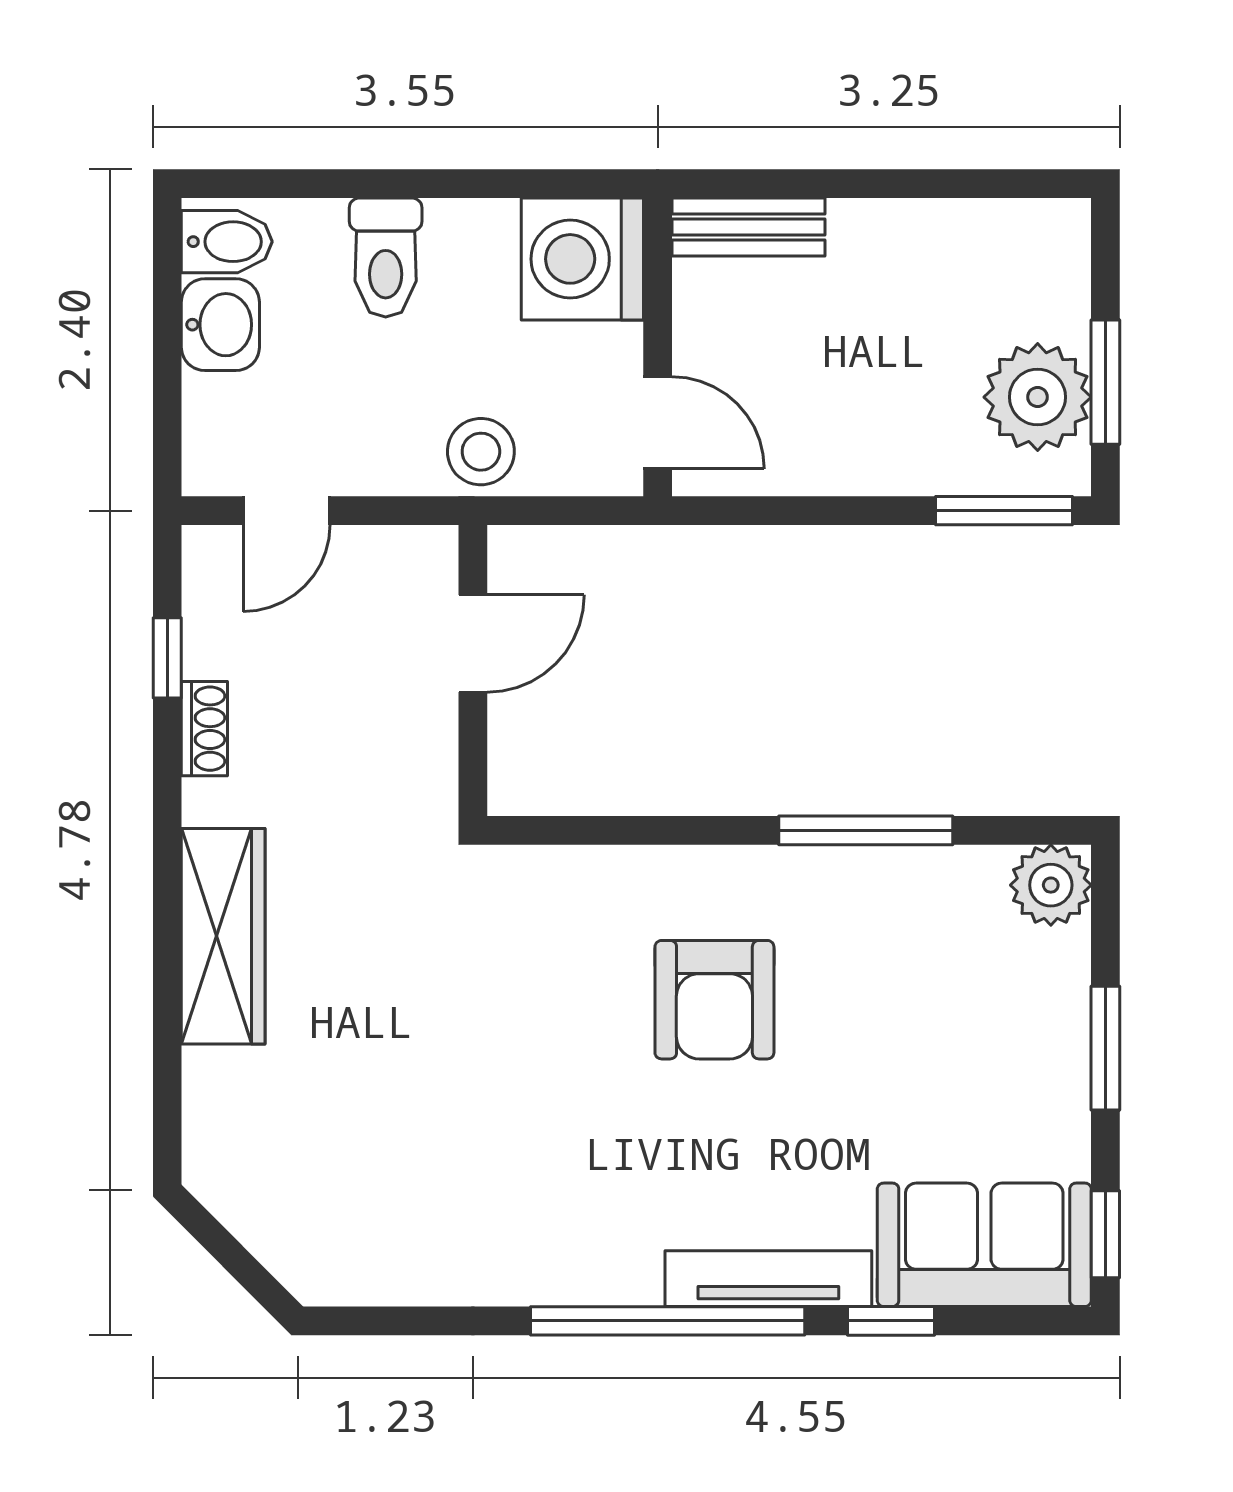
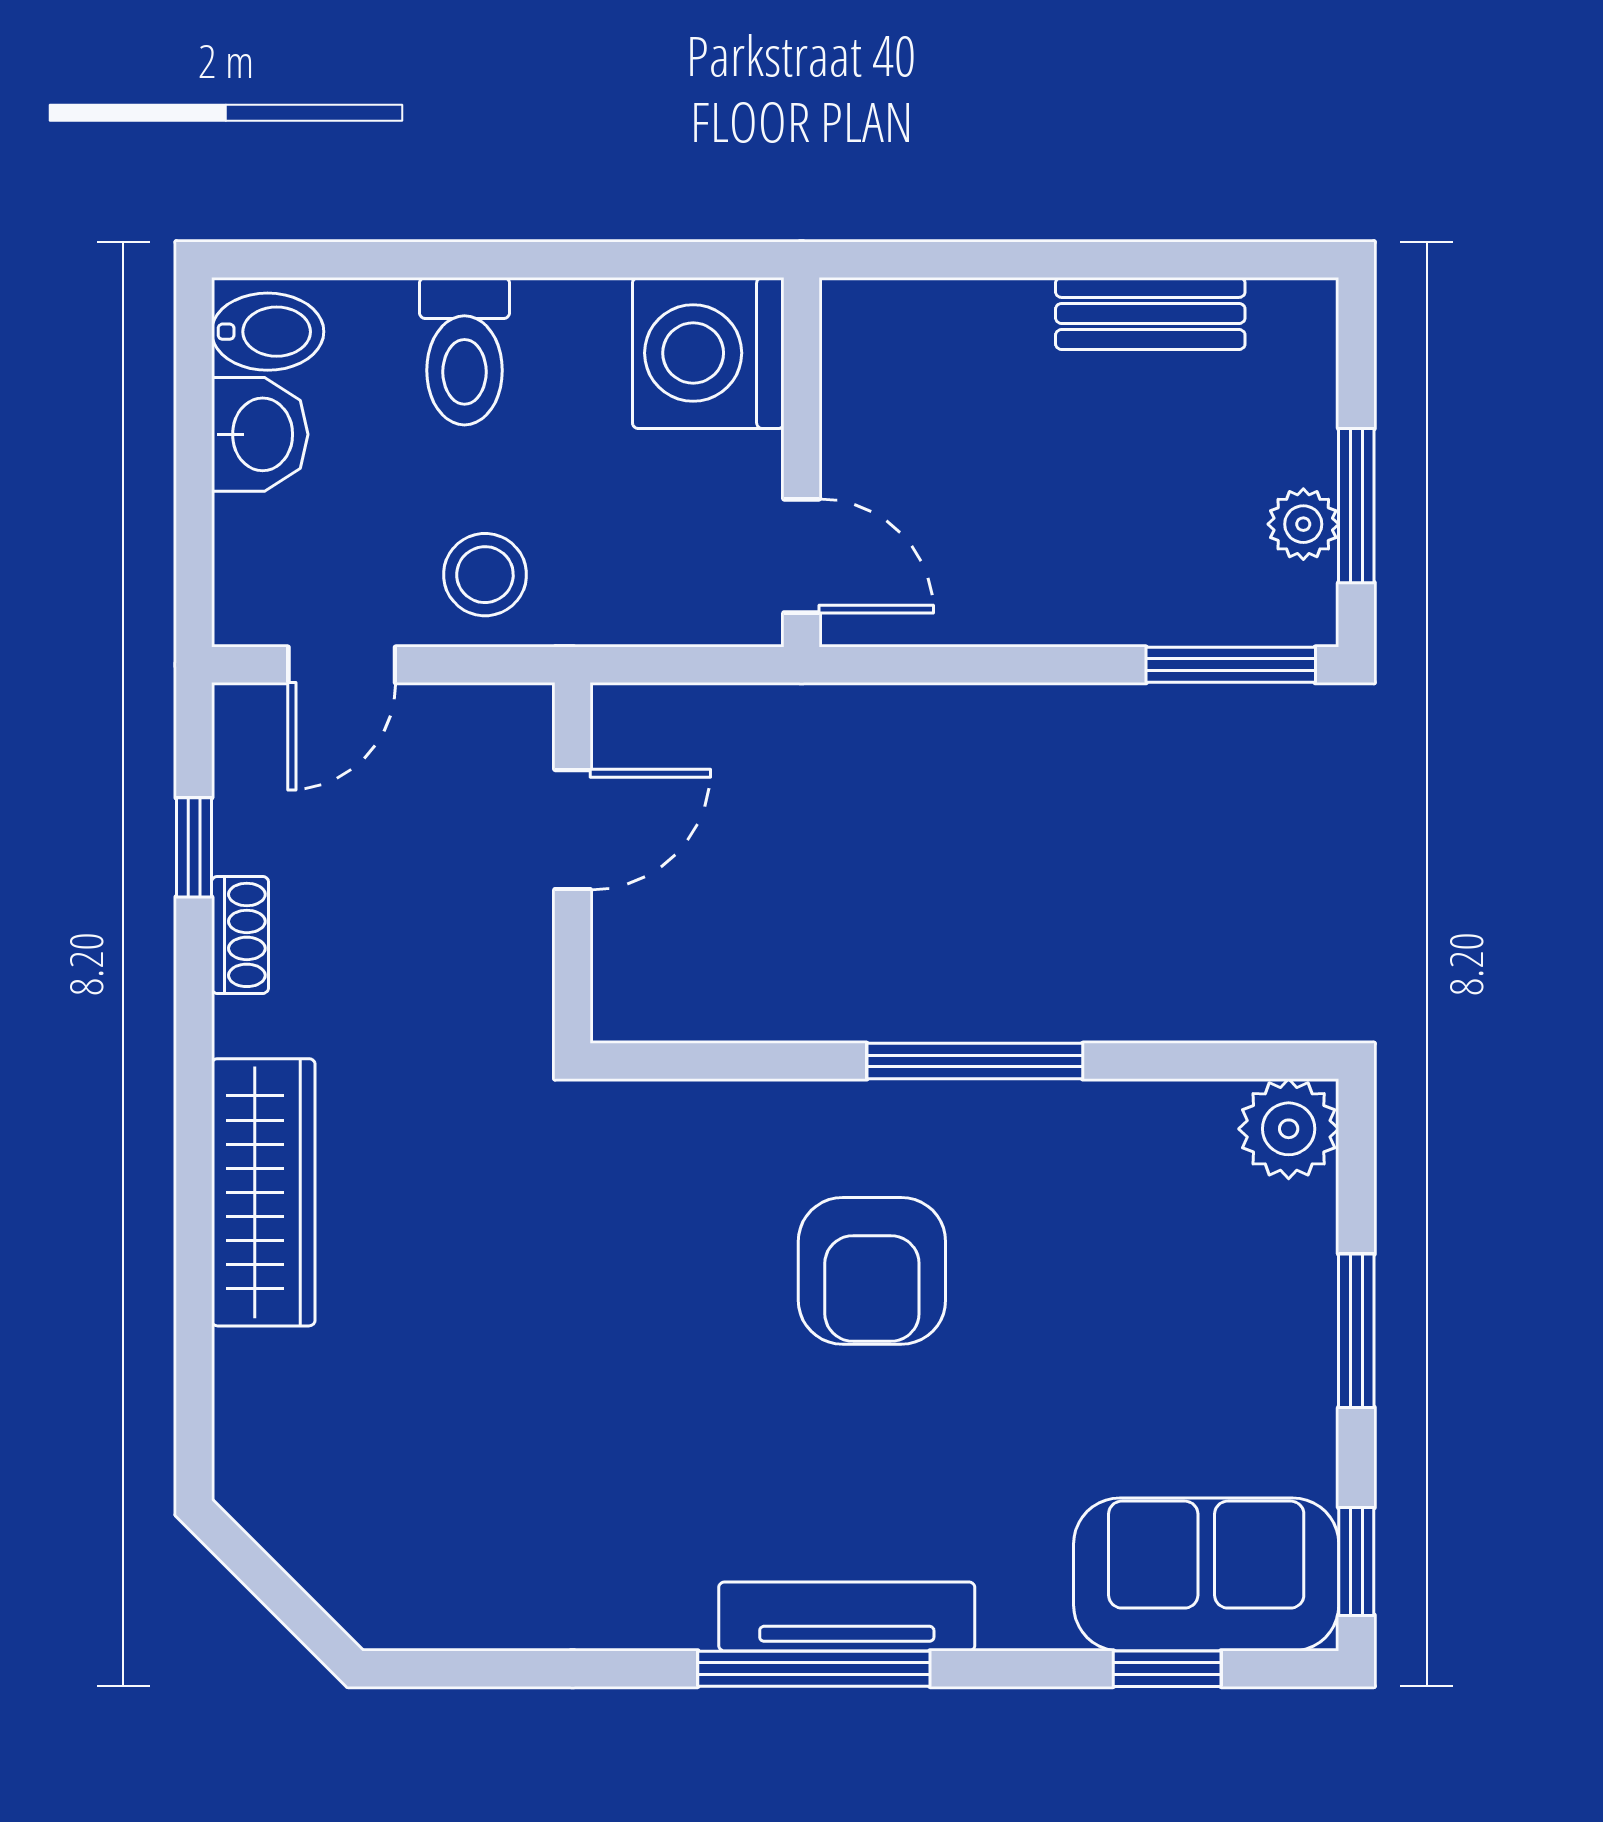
bench: (749, 227) -> (1150, 313), moved
plant: (1038, 397) -> (1303, 524), width x0.53, depth x0.53
stool: (481, 452) -> (485, 575), moved
window: (866, 830) -> (975, 1061), moved
tv unit: (768, 1279) -> (847, 1616), moved
window: (668, 1321) -> (814, 1669), width x0.68
window: (891, 1321) -> (1167, 1669), moved

